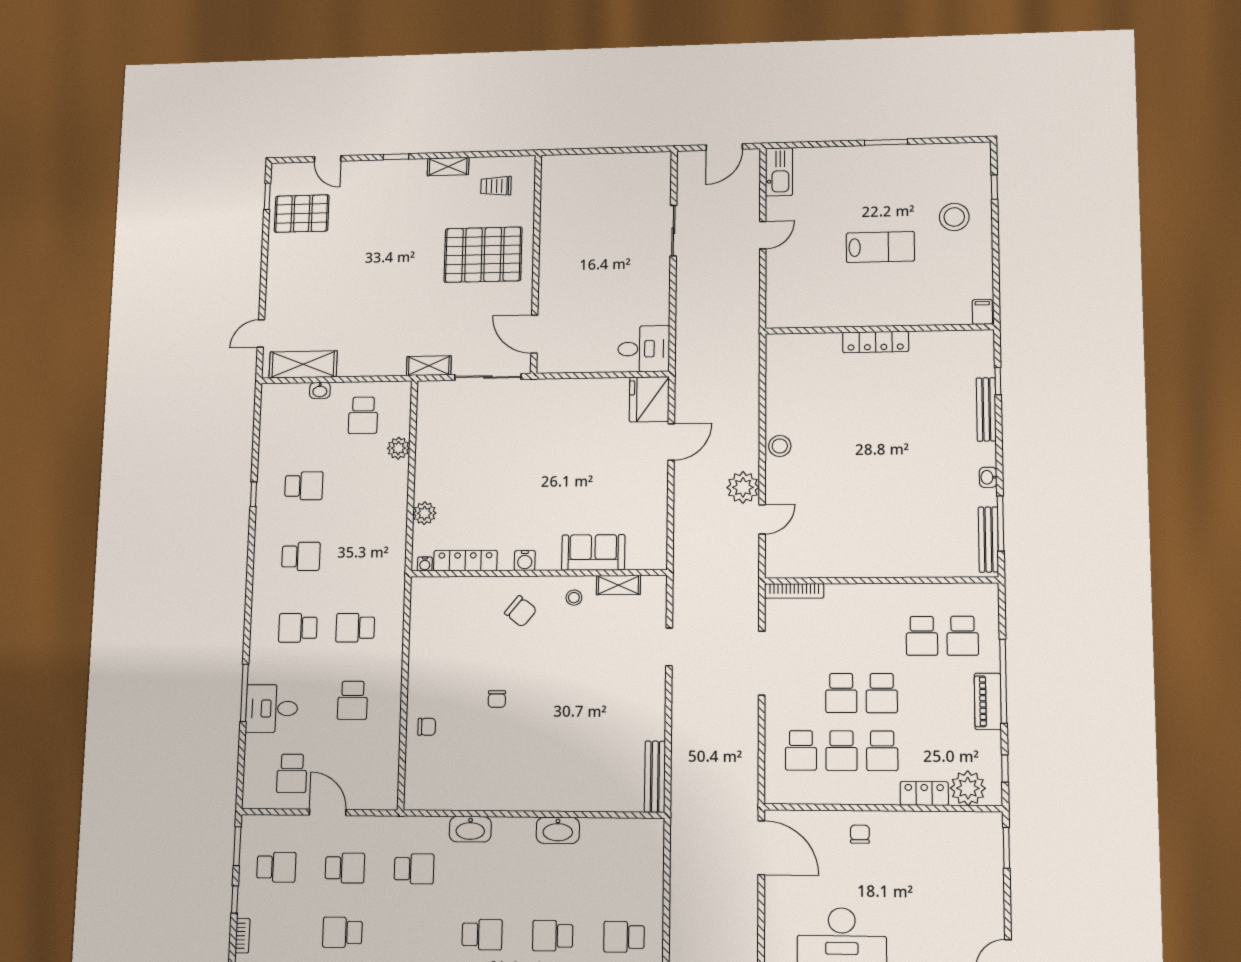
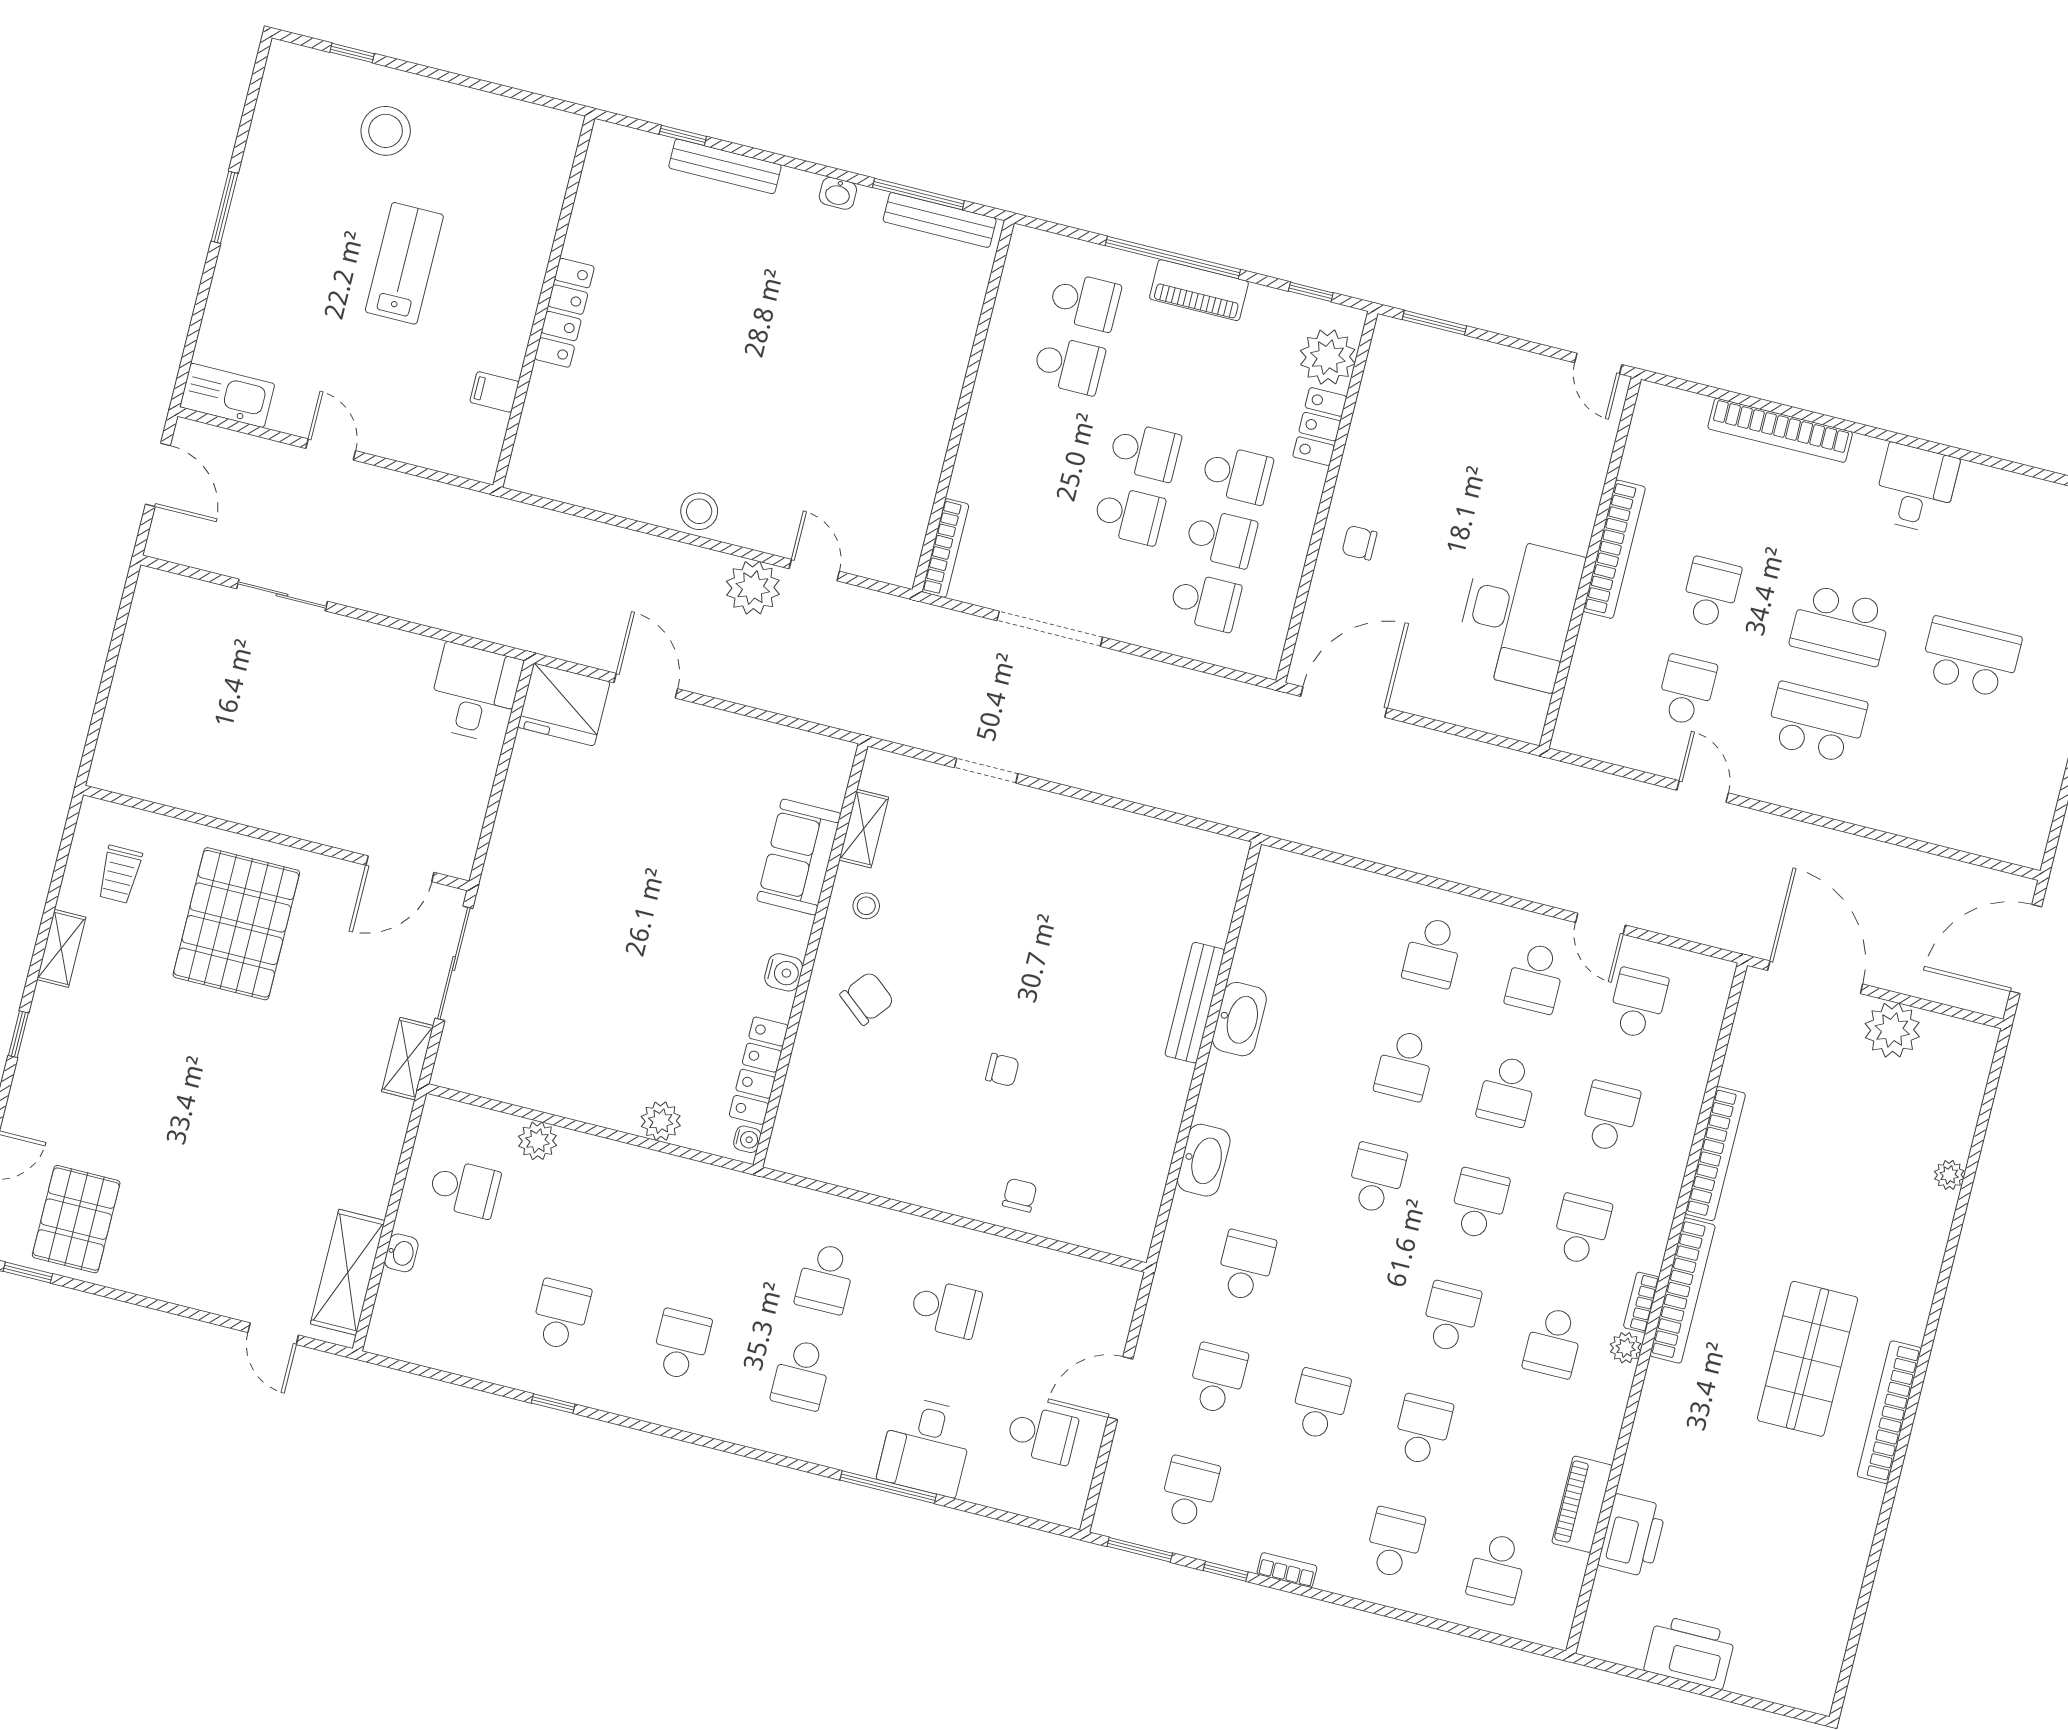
filing cabinet: (982, 312) -> (494, 392), moved
bench: (655, 777) -> (1195, 1003), moved, turned 90
school desk: (342, 932) -> (1320, 1404), turned 180

